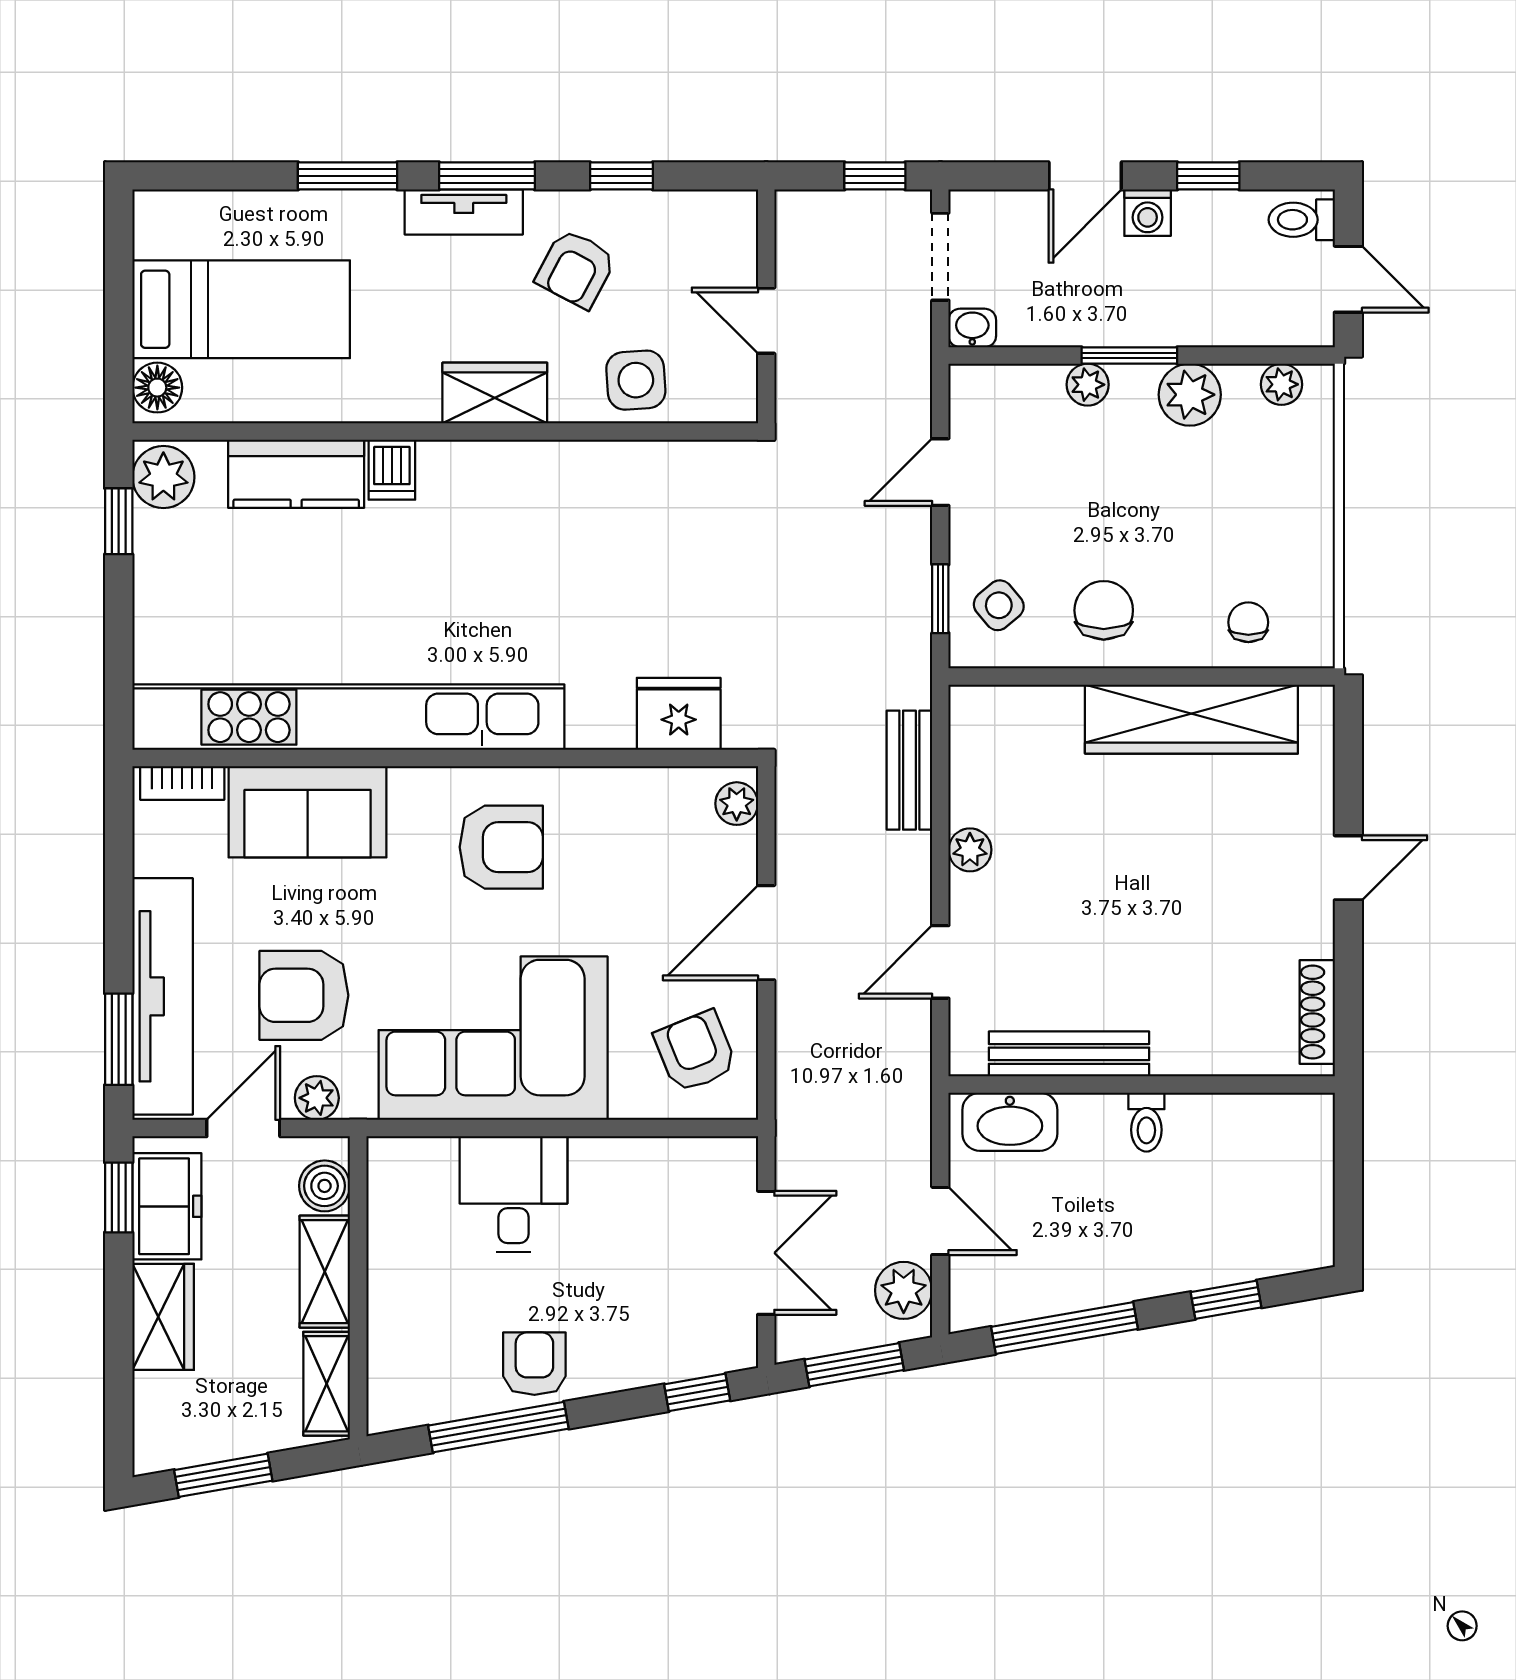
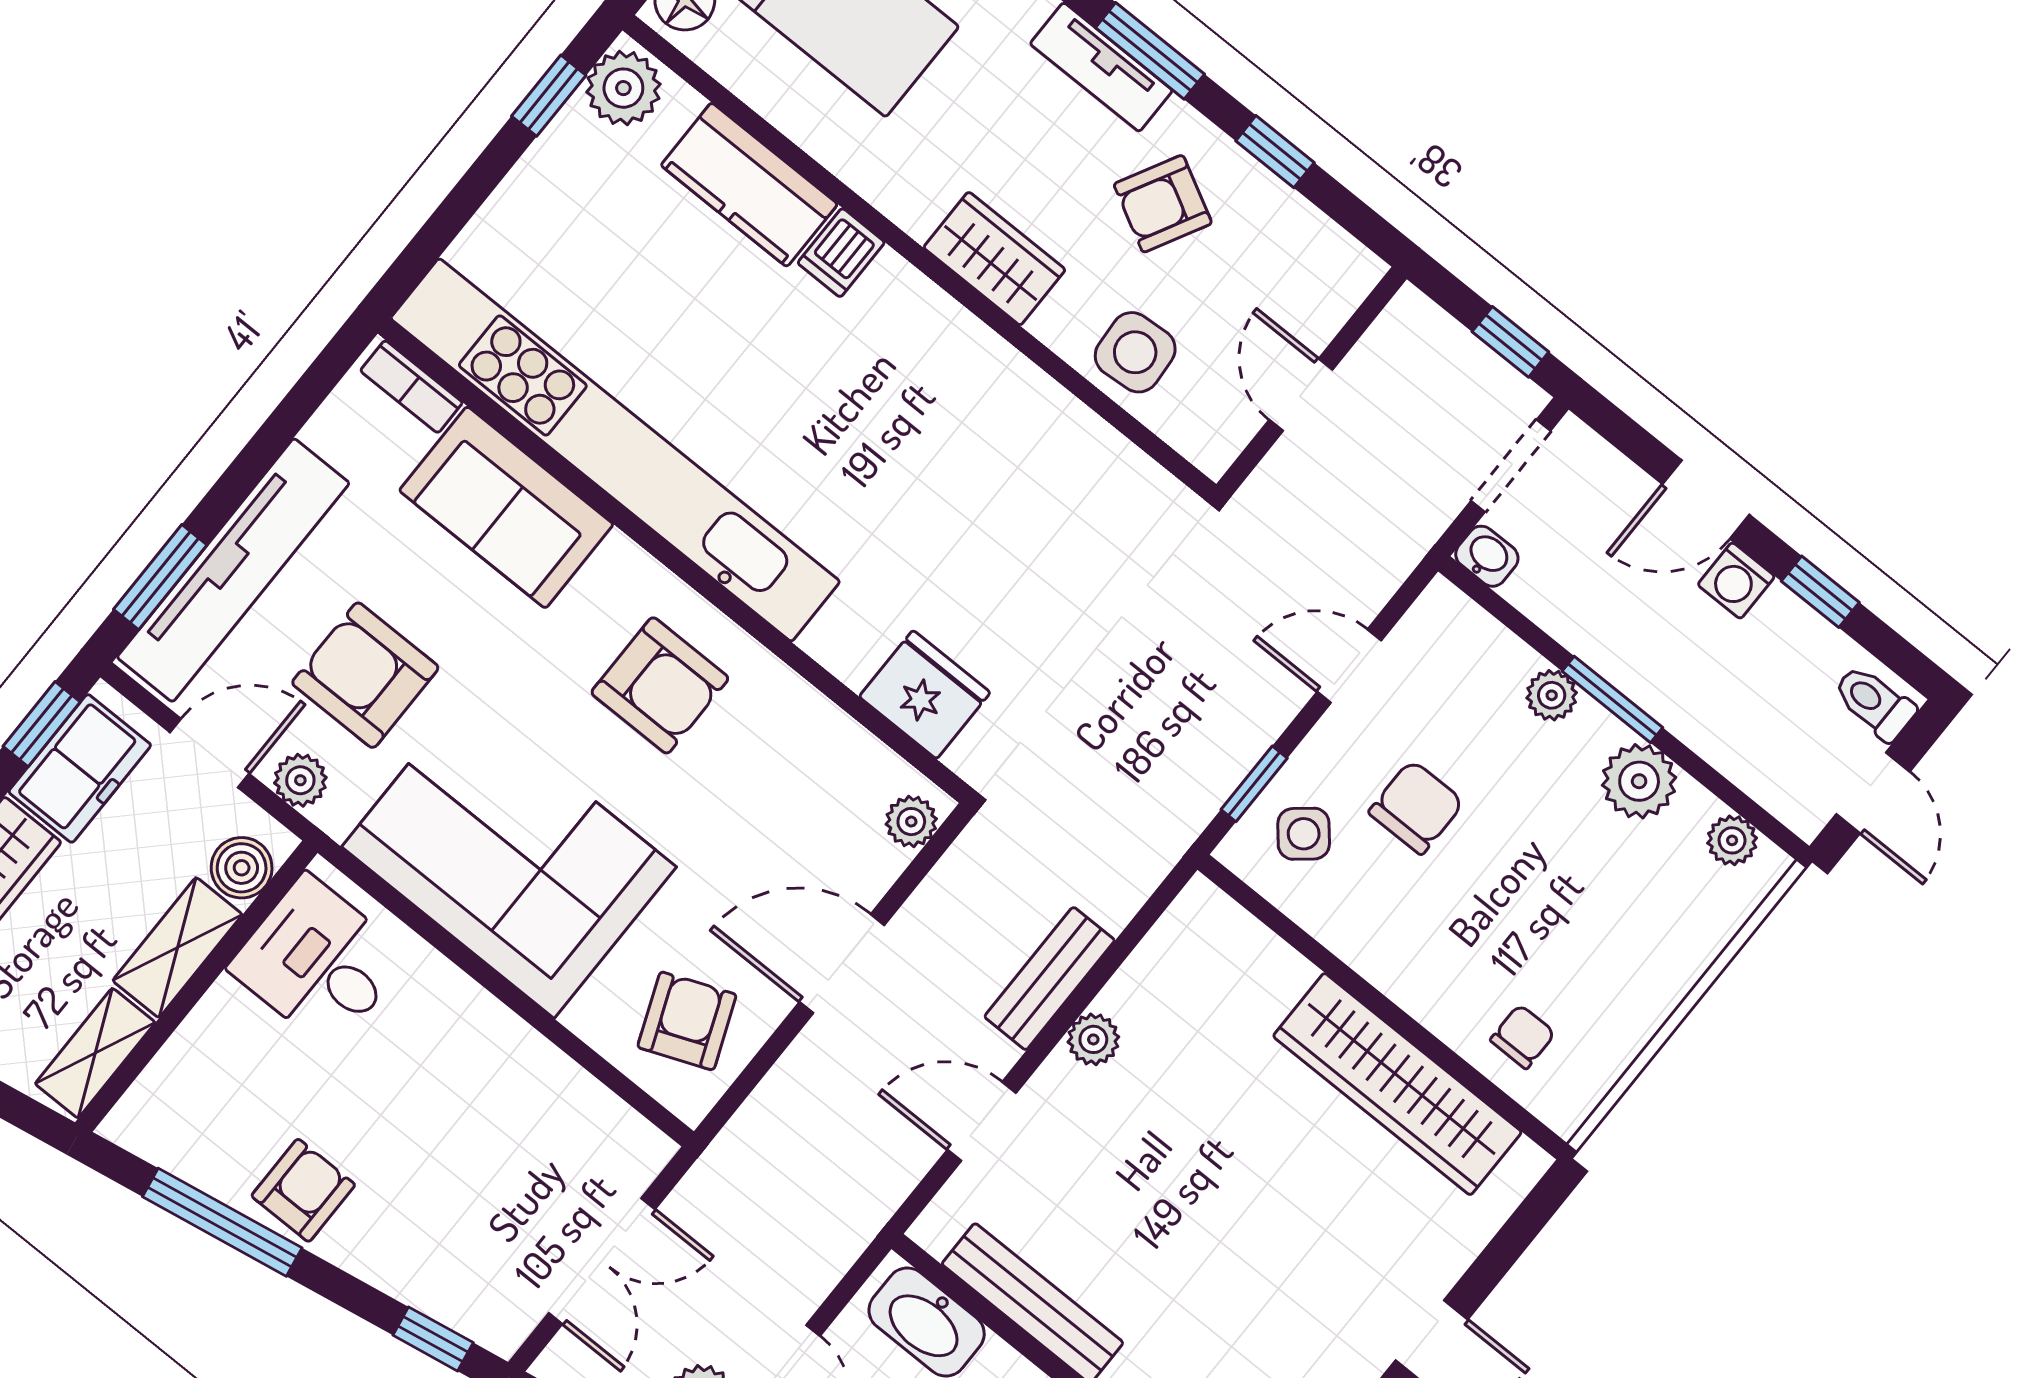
chair: (1104, 610) -> (1416, 807), moved
bench: (909, 770) -> (1050, 979), moved
desk: (513, 1194) -> (319, 962), moved, turned -90

